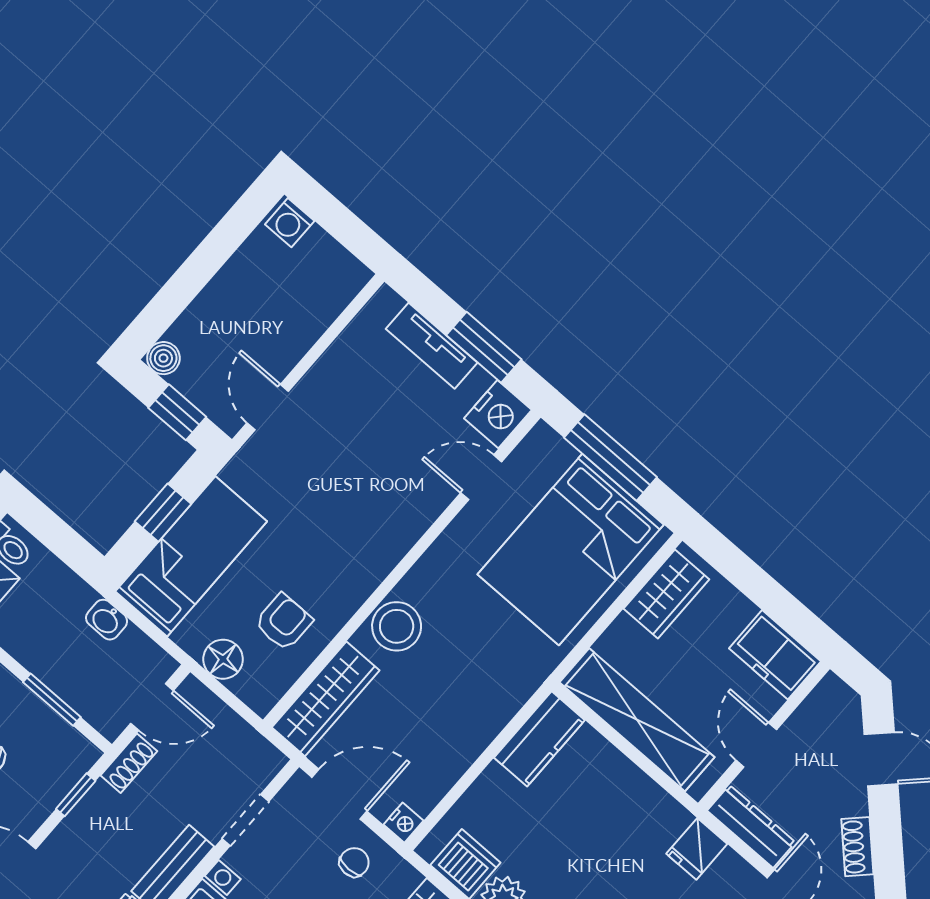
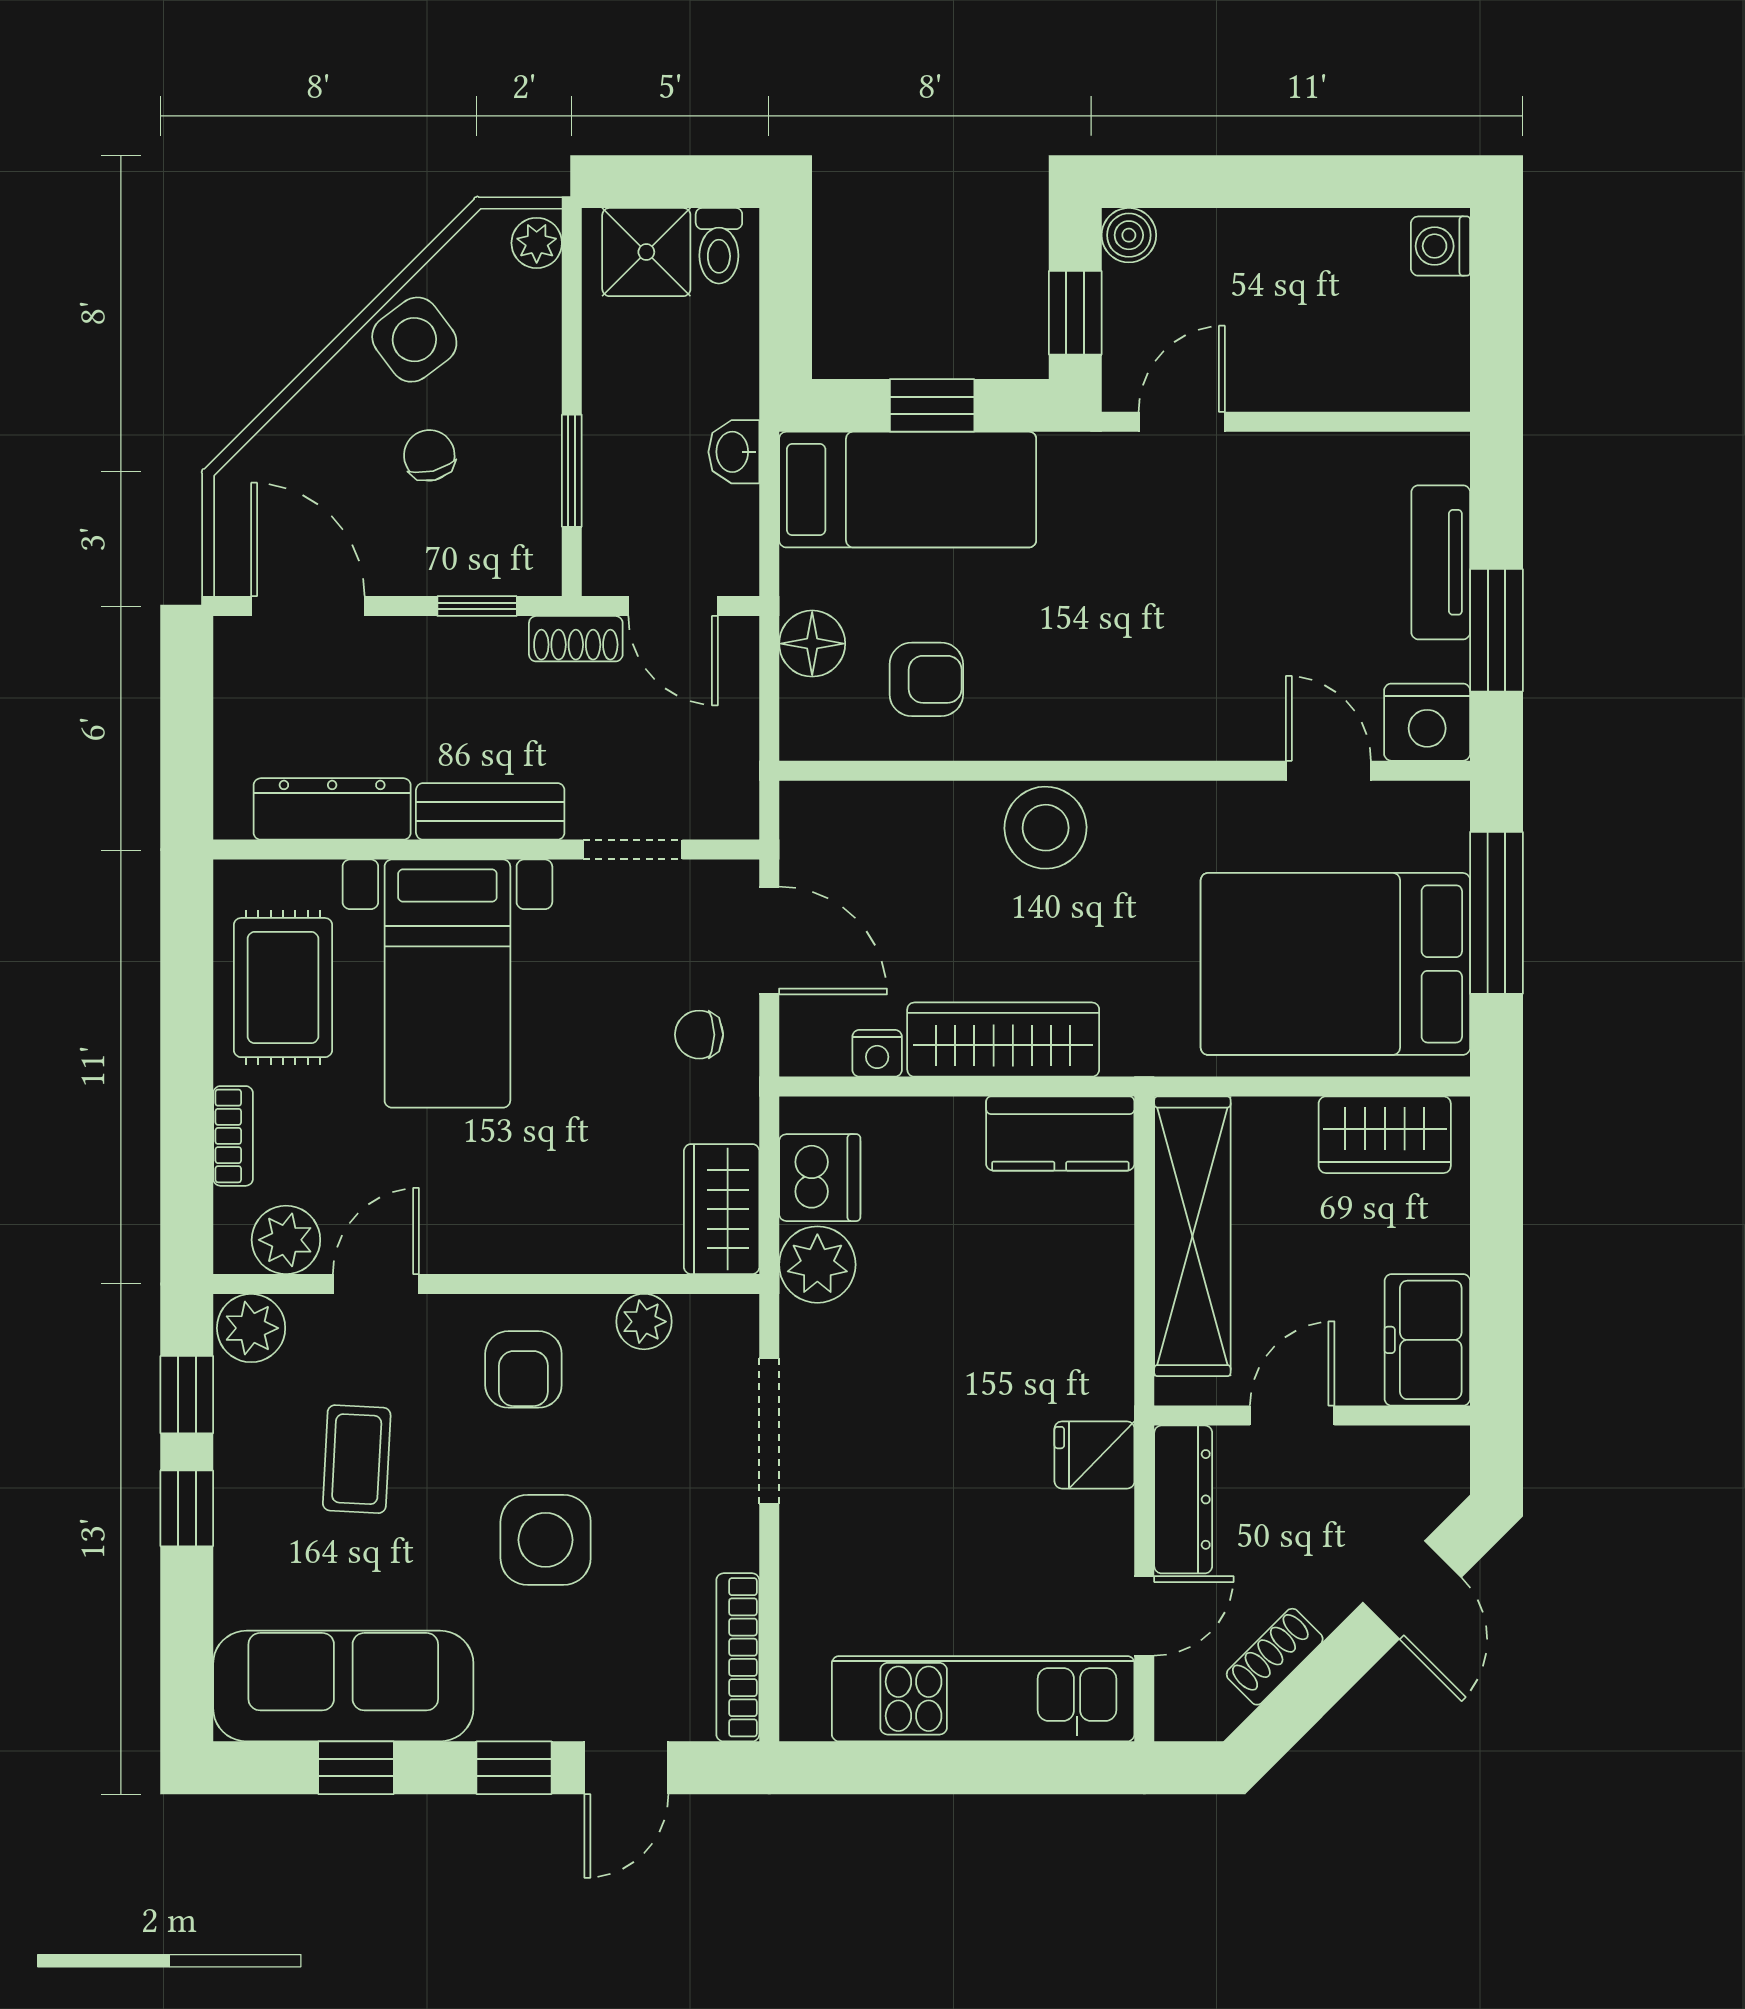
wardrobe: (326, 699) -> (1003, 1040), moved, turned 180
nightstand: (403, 823) -> (877, 1053), moved
chair: (354, 862) -> (699, 1035), turned 180

